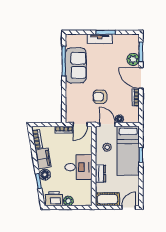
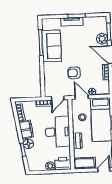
desk: (78, 167) -> (58, 132), width x1.37
printer: (54, 199) -> (63, 164), moved

